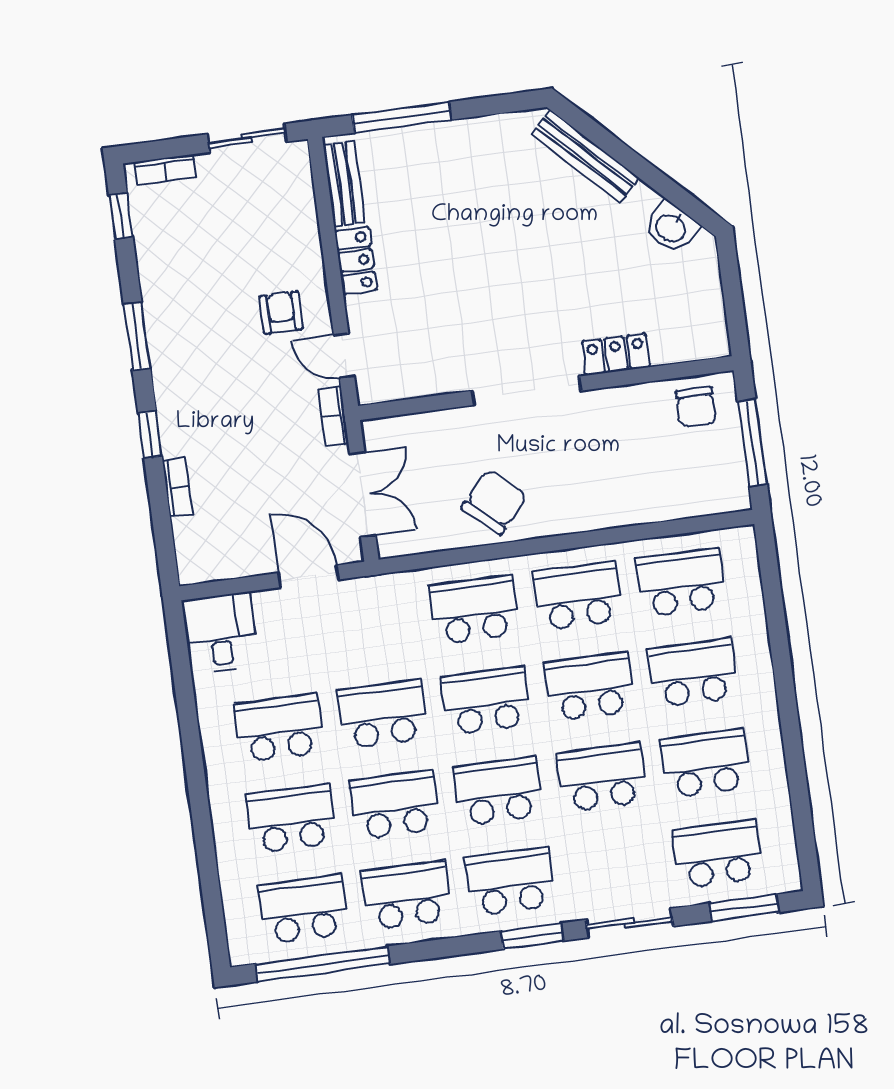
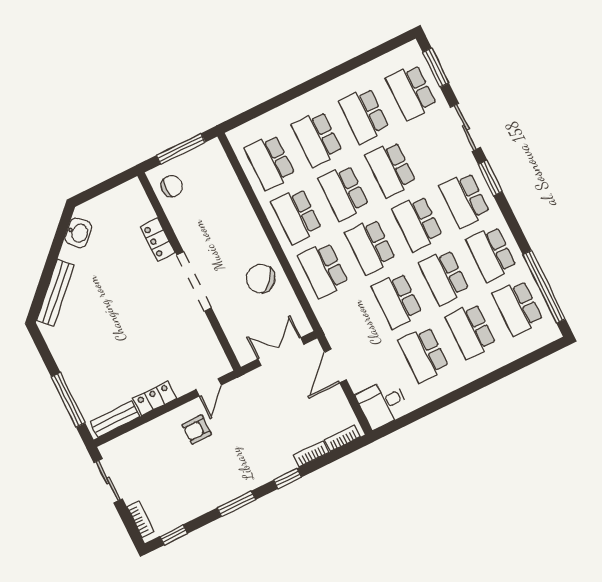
bookcase: (333, 416) -> (342, 438), moved, turned 180

